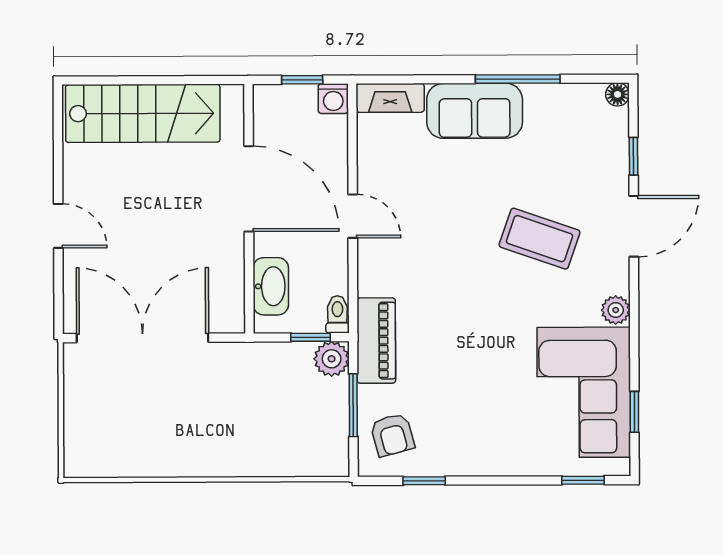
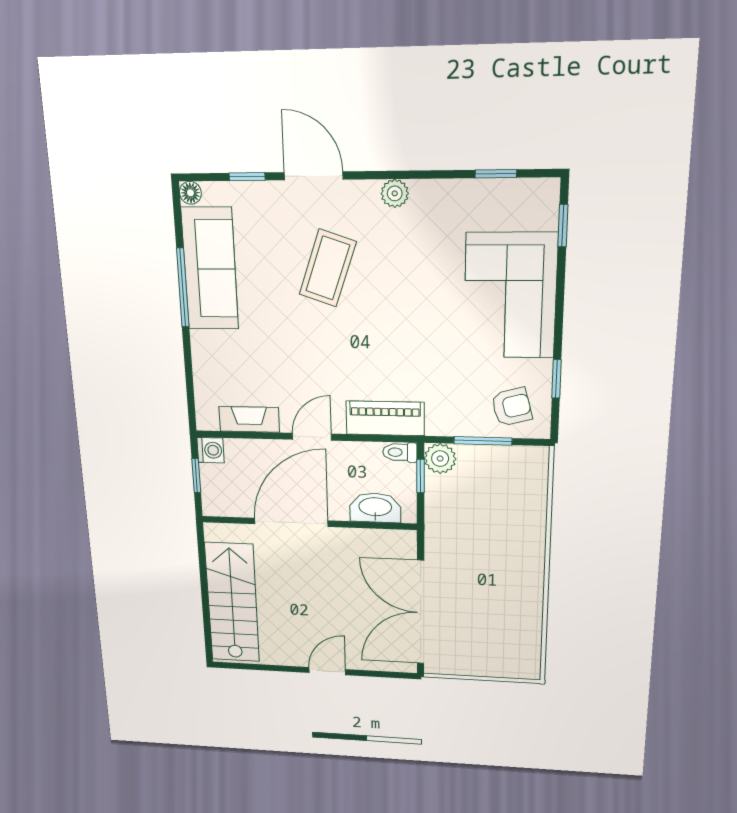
fireplace: (390, 98) -> (249, 419), moved, turned -90
sofa: (475, 111) -> (210, 269), moved, width x1.36
piano: (376, 341) -> (385, 418), moved
corner sofa: (584, 392) -> (510, 296), moved, turned 90

